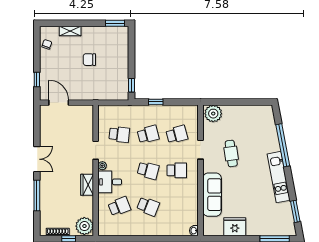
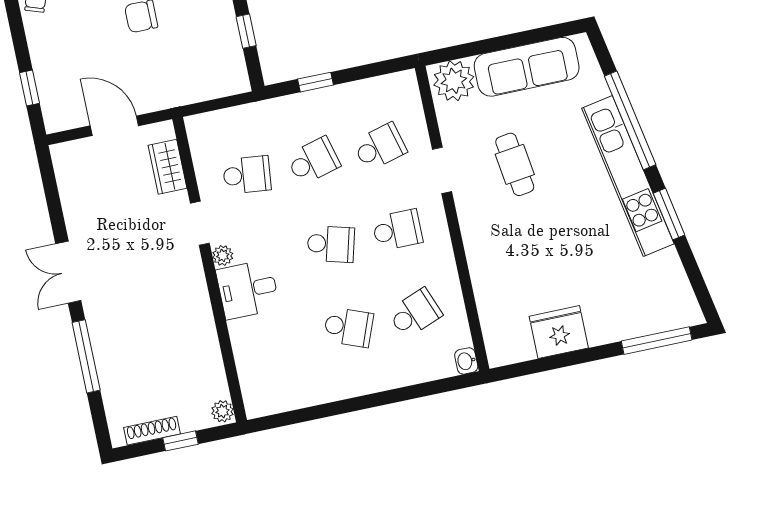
window: (132, 85) -> (246, 31), moved
door: (59, 103) -> (114, 126), moved
double door: (37, 159) -> (68, 272), swing flipped
kitchen unit: (279, 177) -> (628, 176), width x1.36
wardrobe: (87, 185) -> (168, 167), moved
sofa: (212, 195) -> (527, 67), moved, turned 90
school desk: (119, 206) -> (415, 313), moved
window: (295, 211) -> (669, 214), moved
plant: (84, 226) -> (223, 411), width x0.53, depth x0.53

